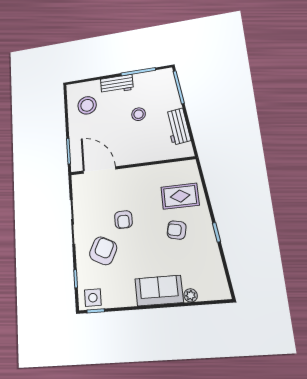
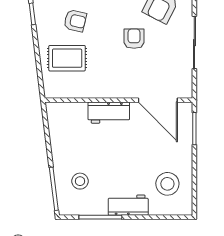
stool: (139, 114) -> (80, 181), moved
workbench: (178, 126) -> (109, 113), moved, turned 97

